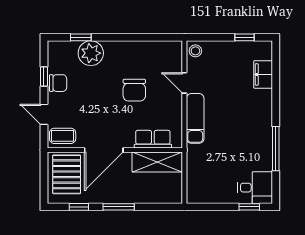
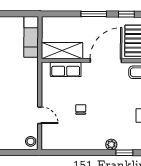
plant: (91, 53) -> (111, 145), width x0.53, depth x0.53
chair: (134, 90) -> (81, 109), width x0.54, depth x0.54
exam couch: (195, 118) -> (31, 37), moved

